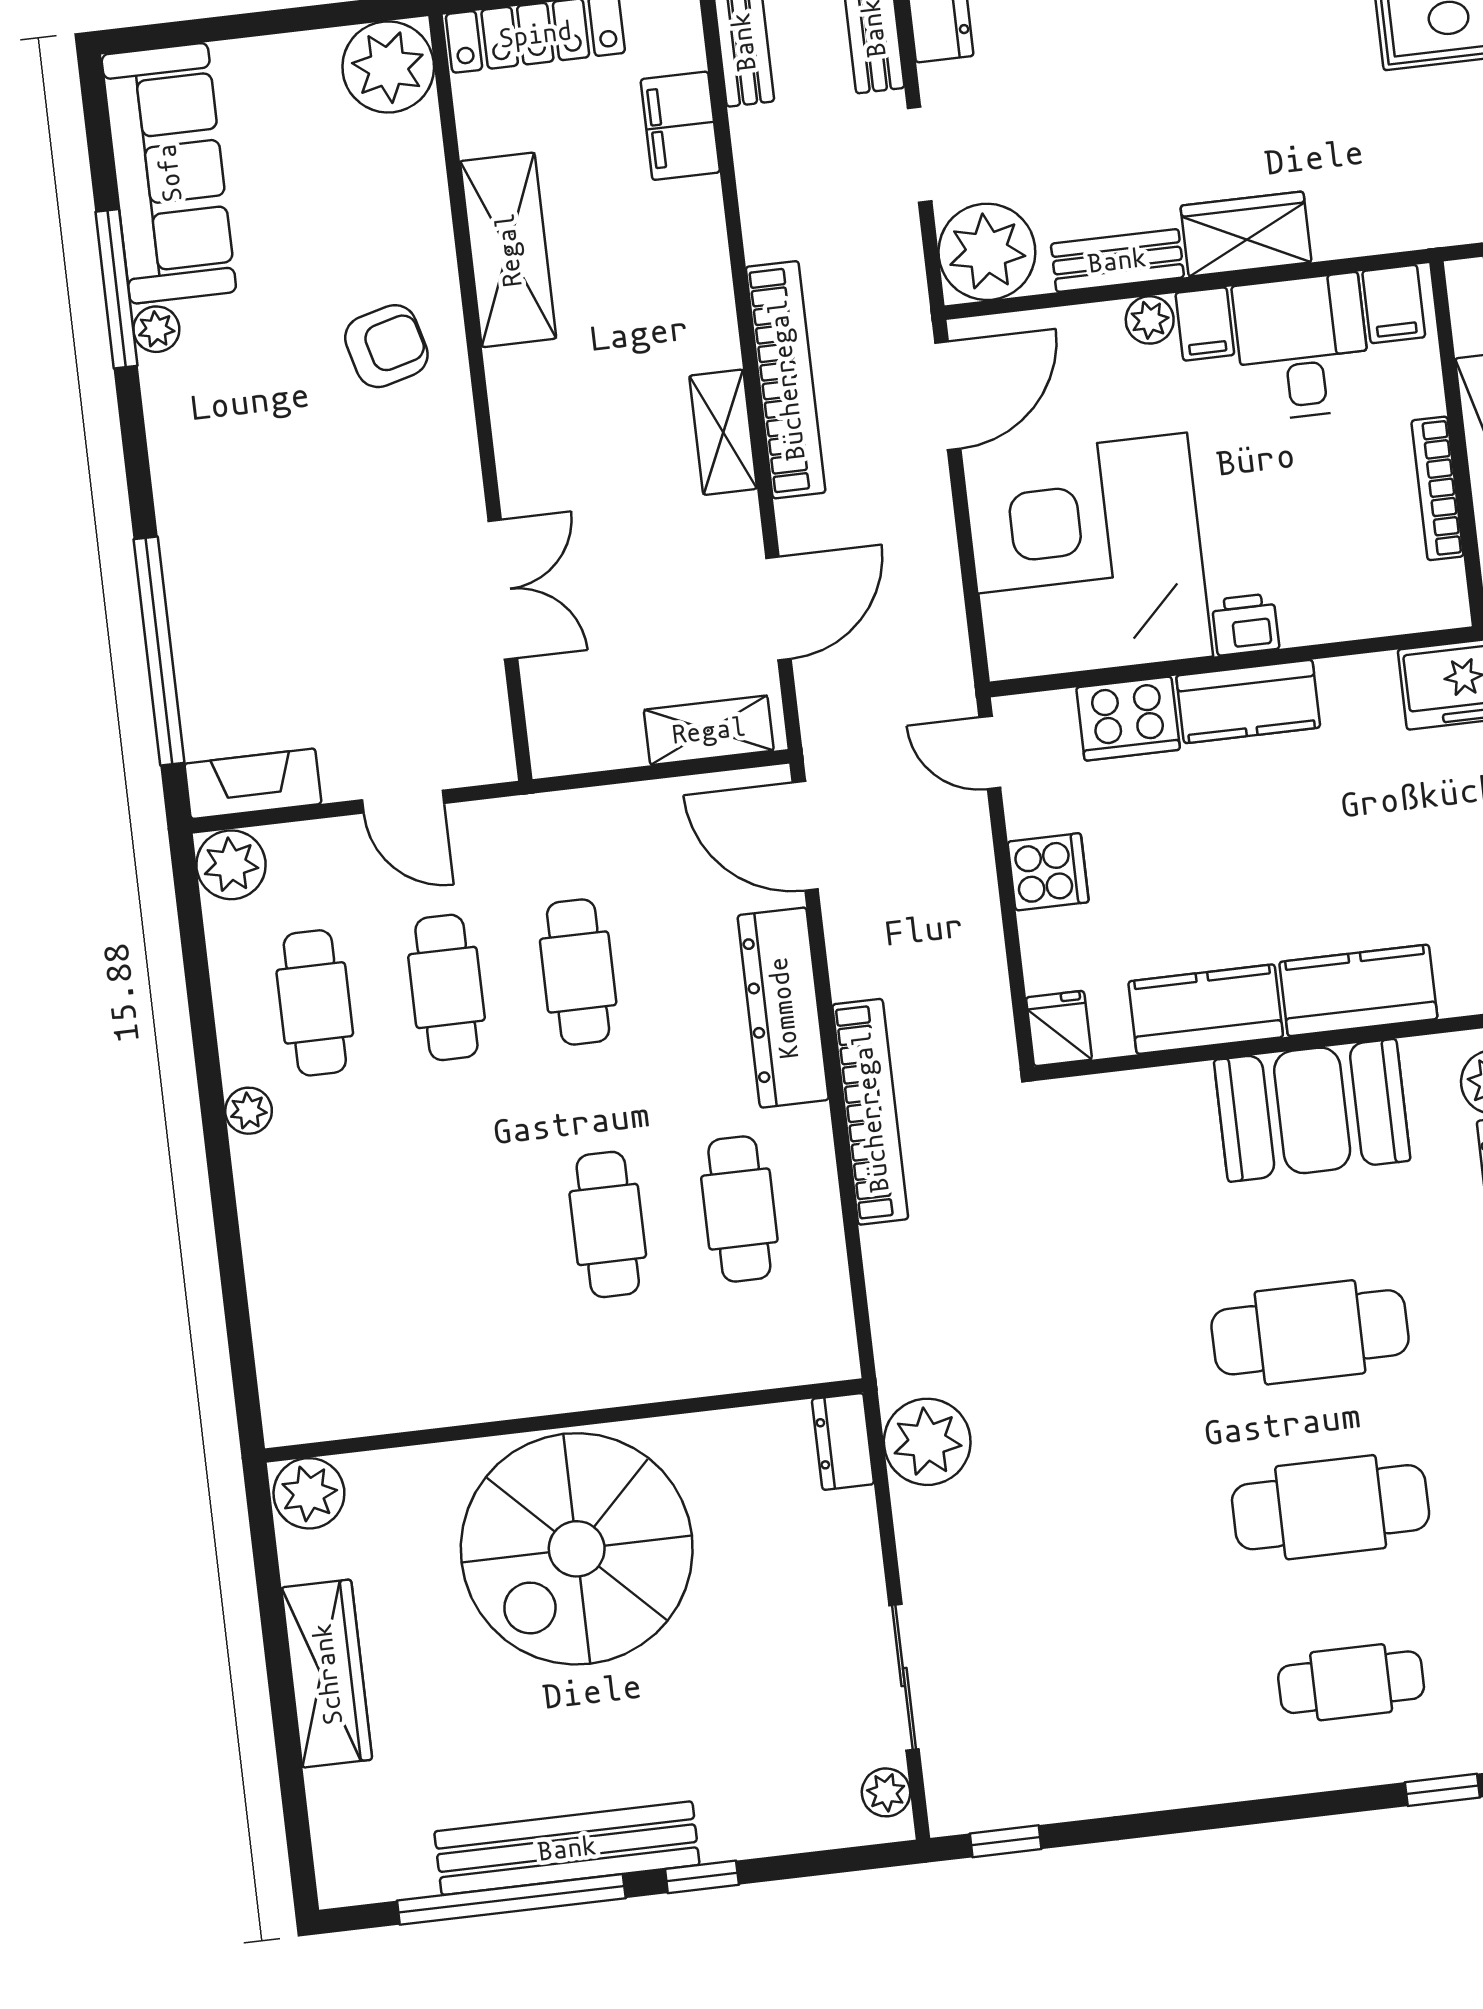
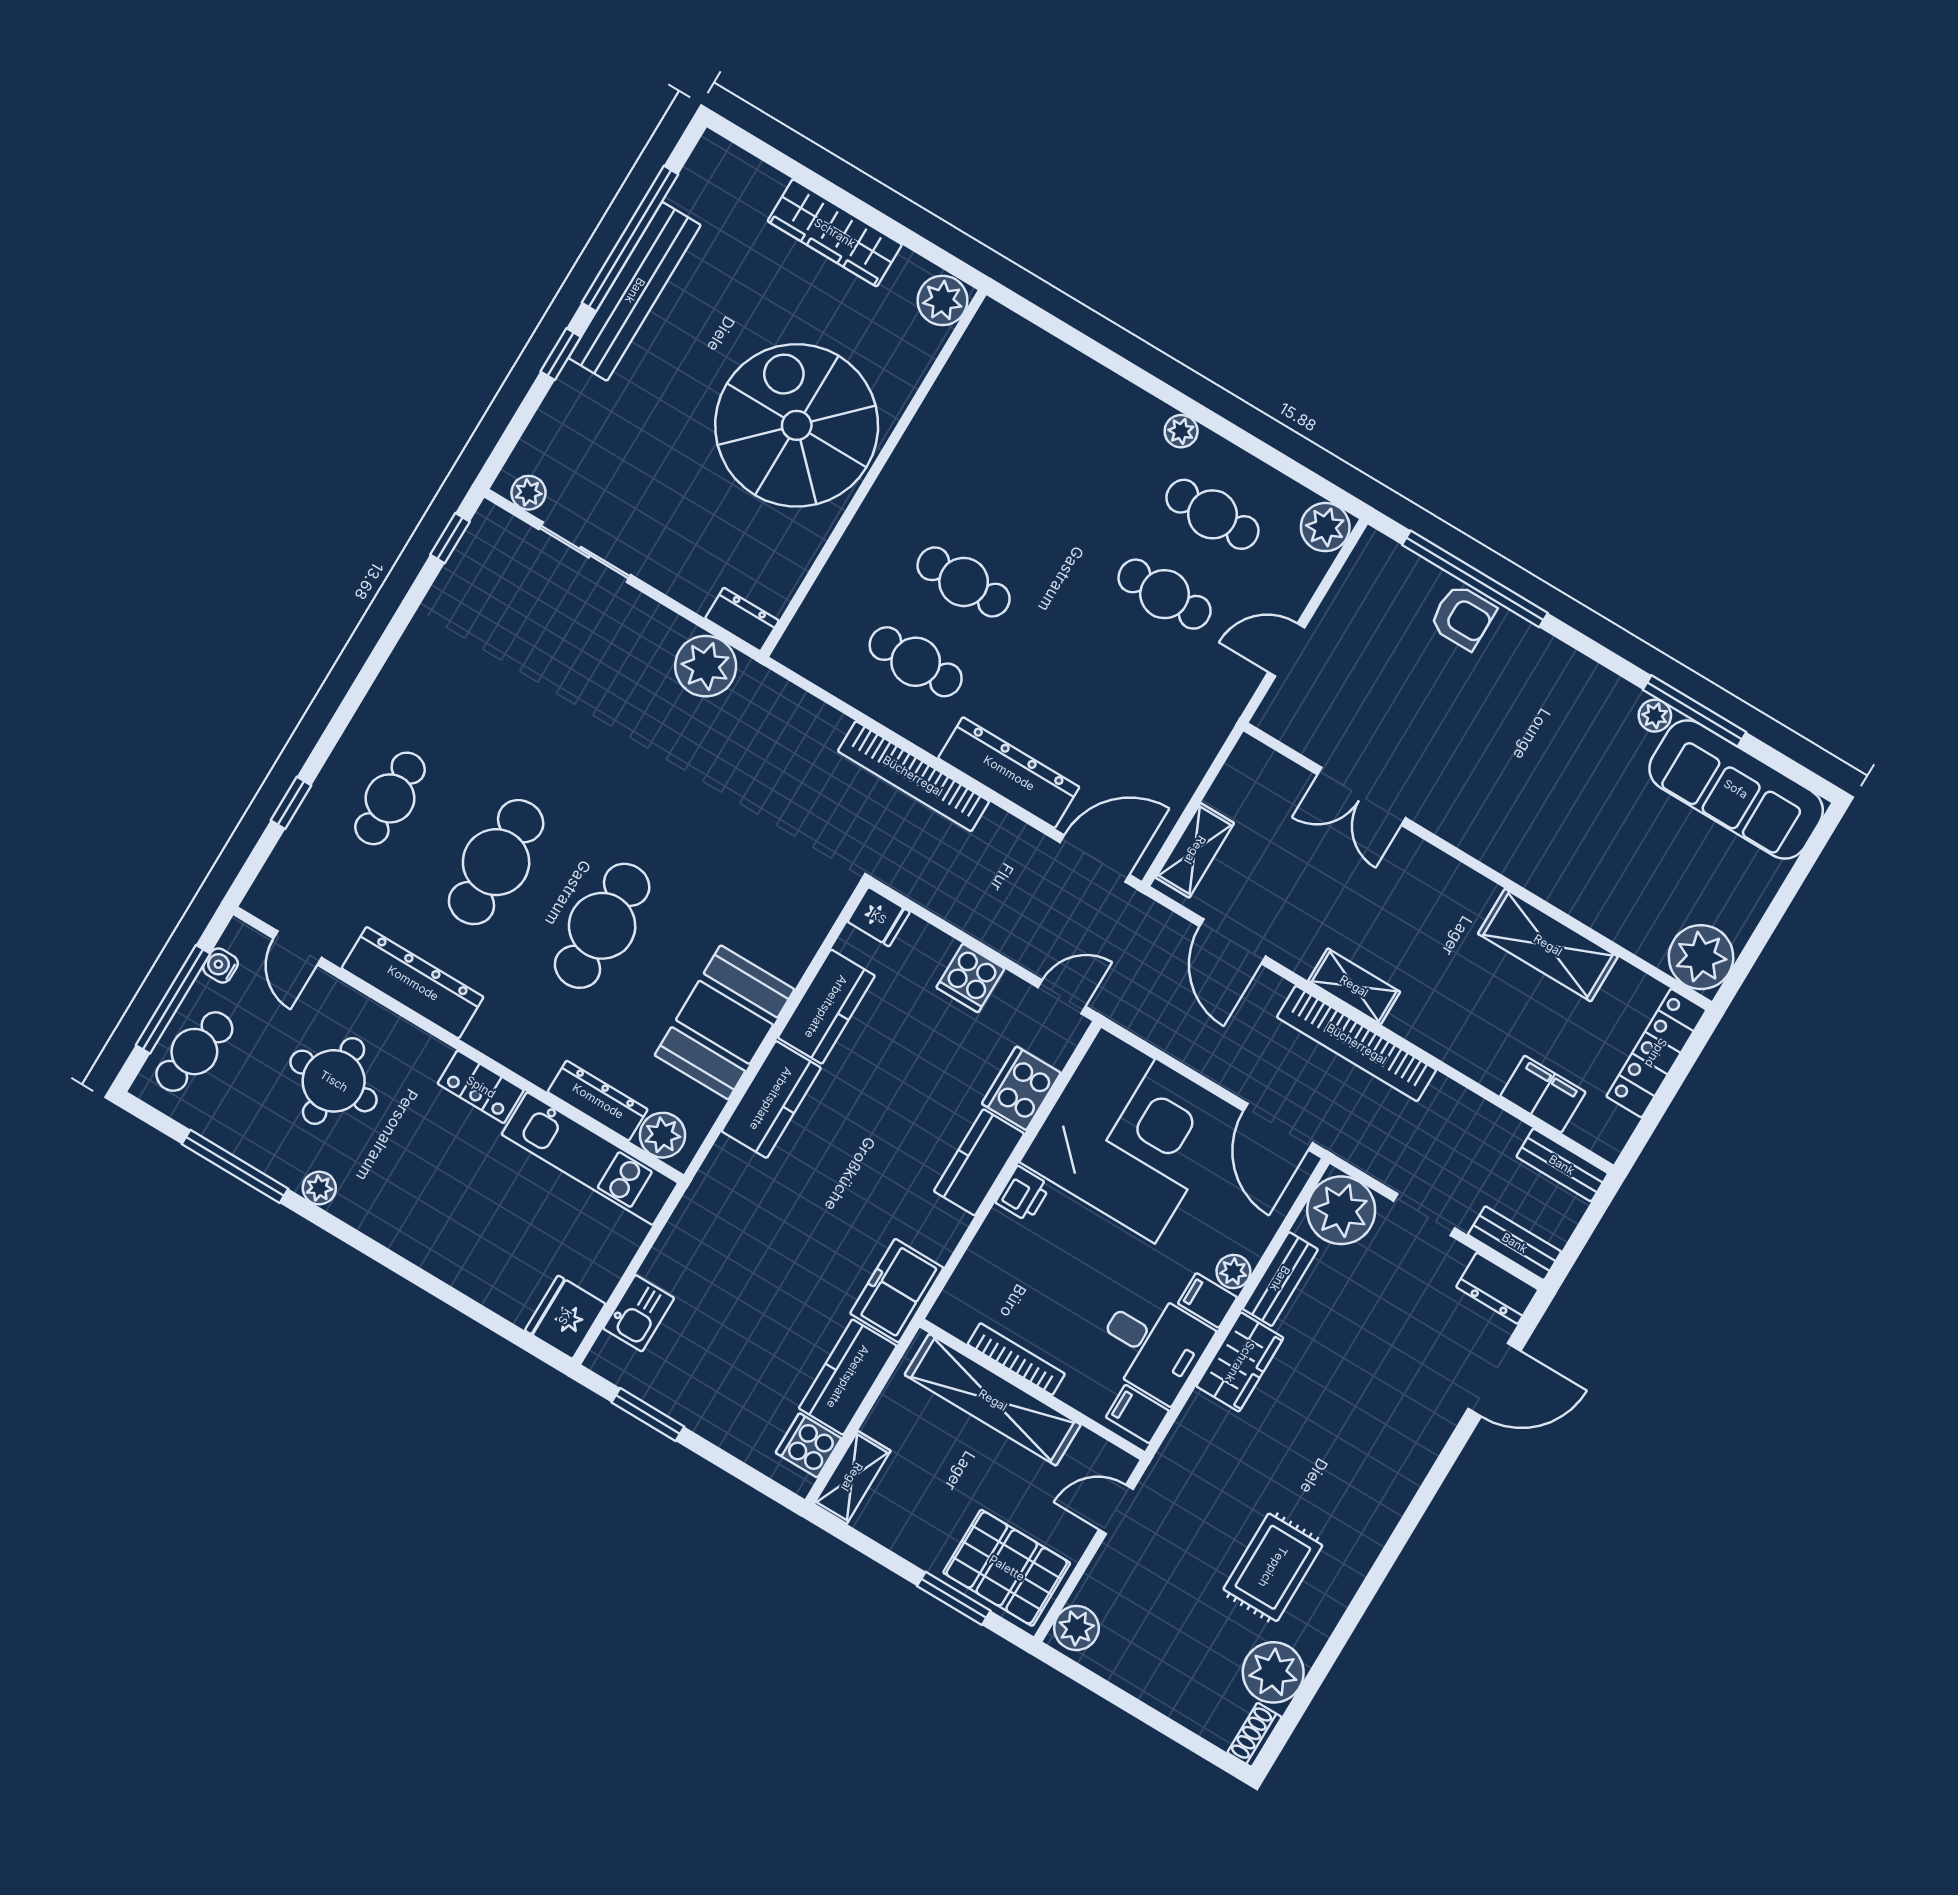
armchair: (386, 346) -> (1463, 617), moved, turned -75
fireplace: (253, 784) -> (1361, 574), removed
cafe table: (578, 972) -> (1117, 674), removed

